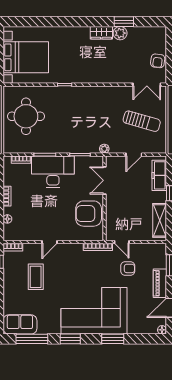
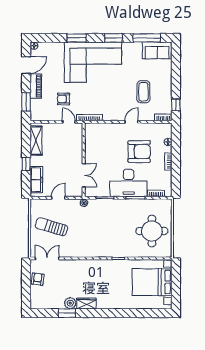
armchair: (89, 214) -> (139, 152), moved

